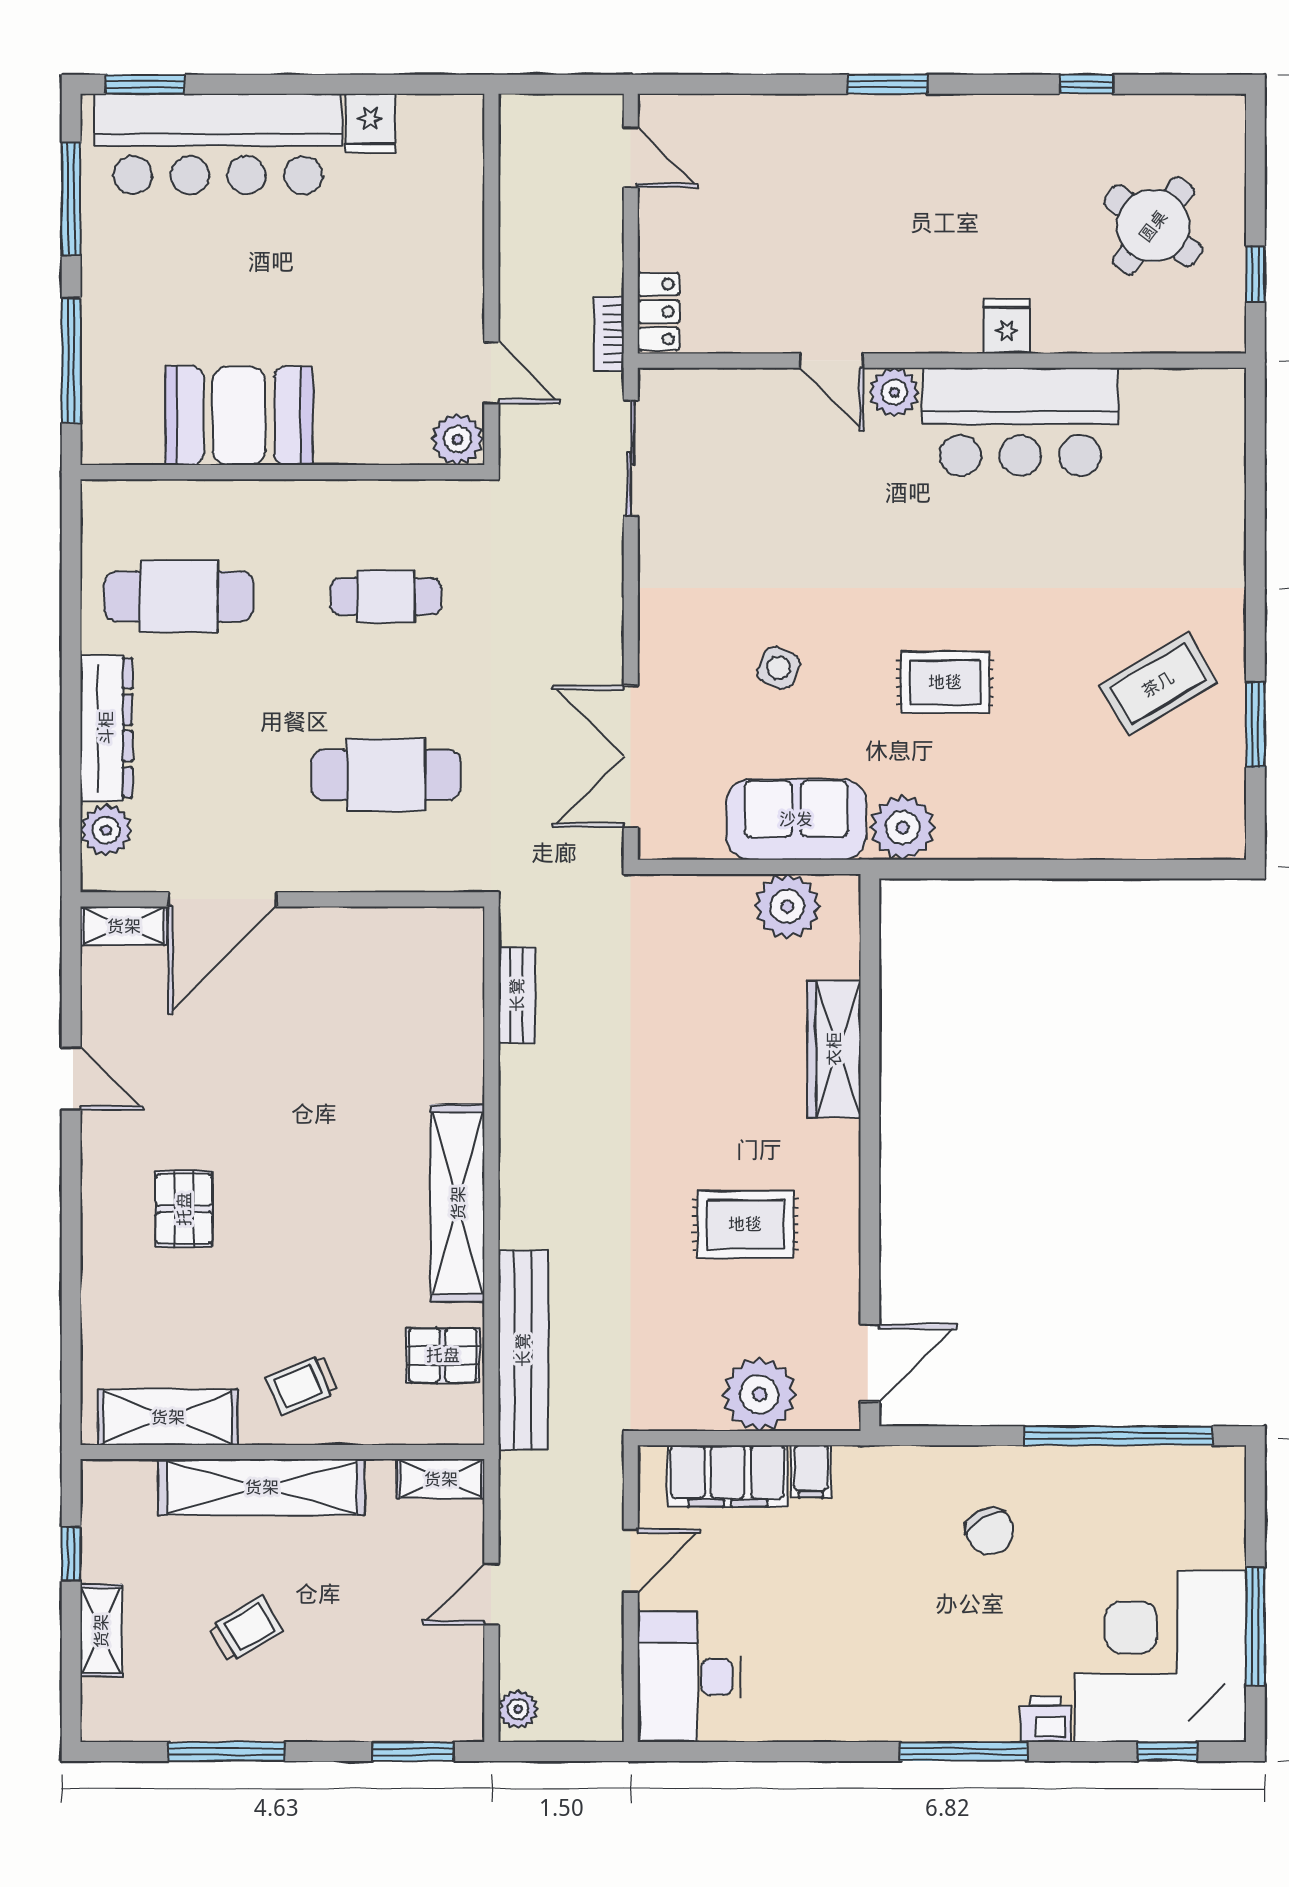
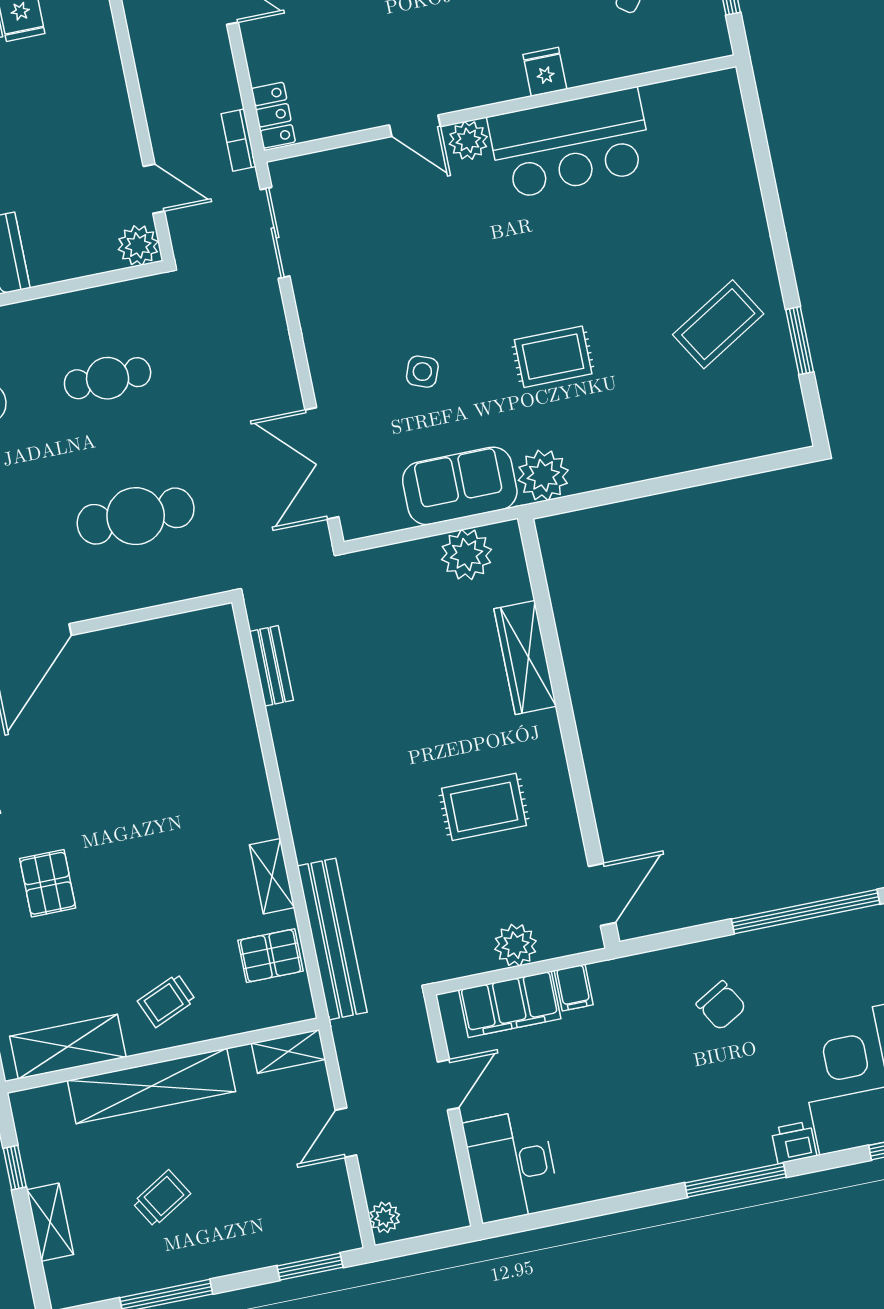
shelving: (458, 1203) -> (272, 876), width x0.45, depth x0.75
plant: (759, 1394) -> (516, 945), width x0.73, depth x0.73

